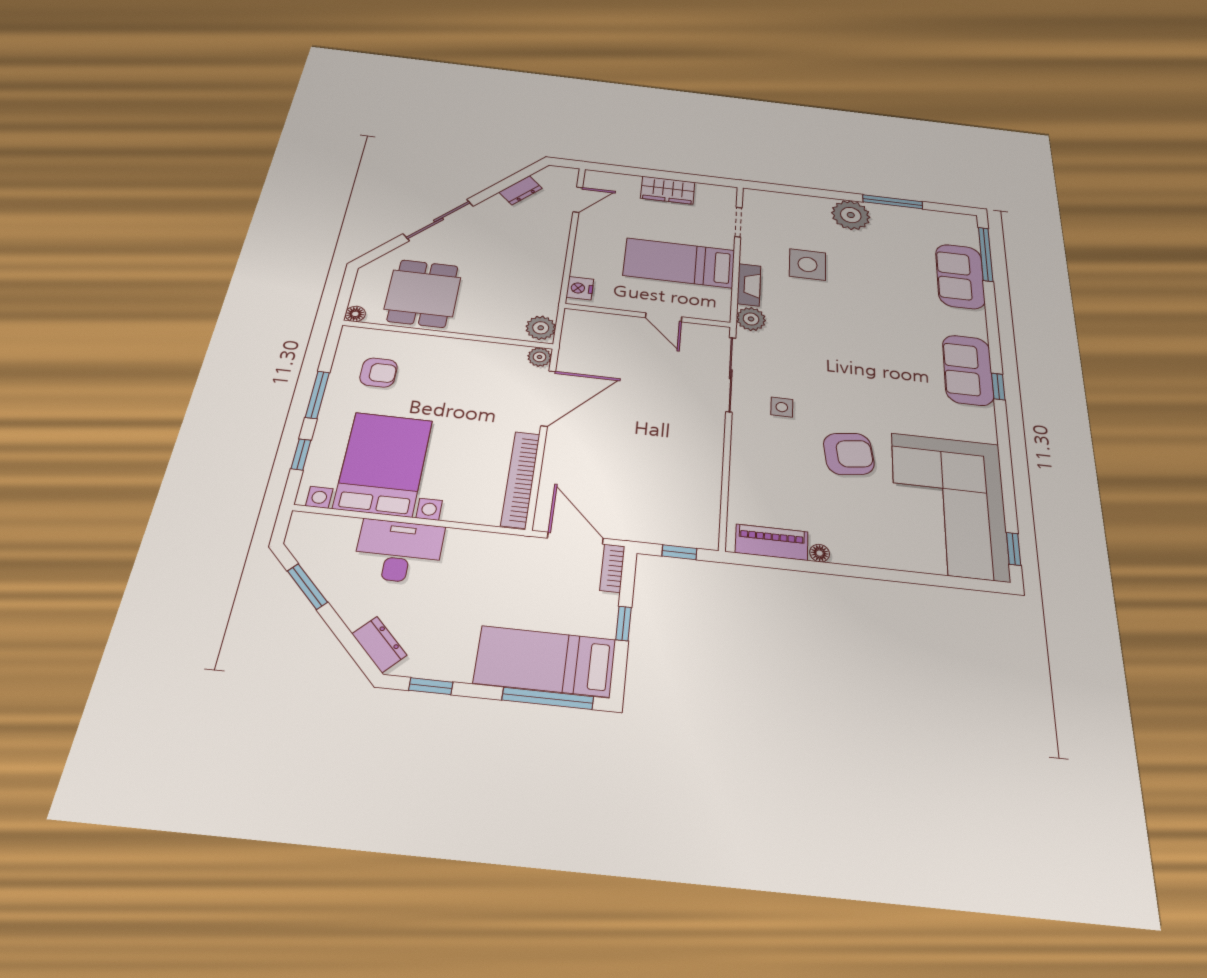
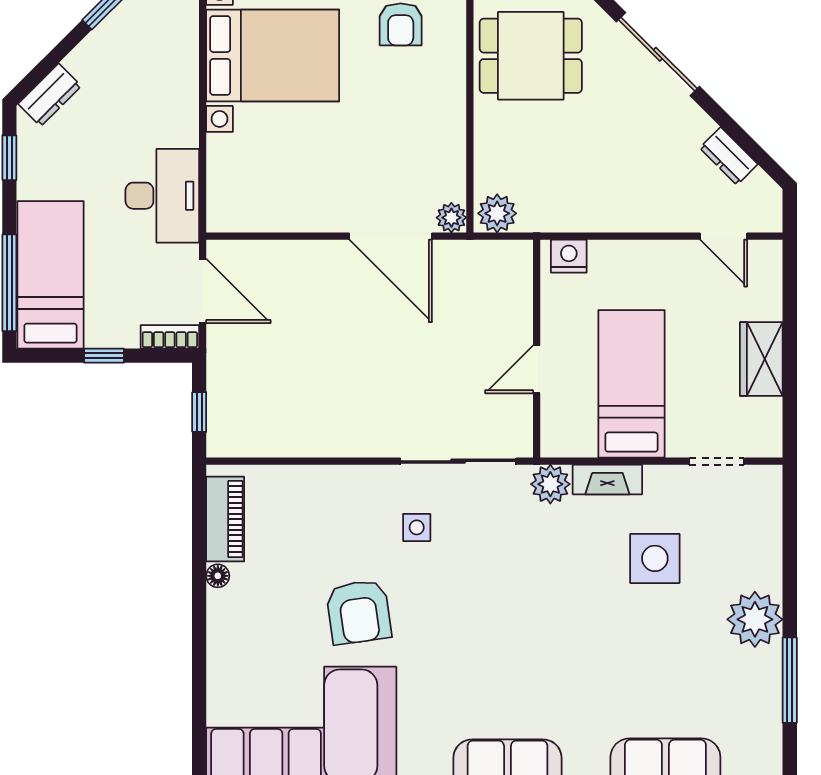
bookcase: (521, 479) -> (272, 218), removed
door: (575, 538) -> (203, 291), hinge flipped
desk: (399, 551) -> (162, 196), moved

